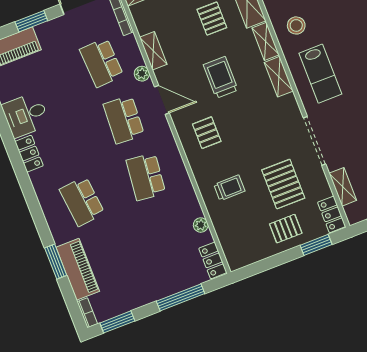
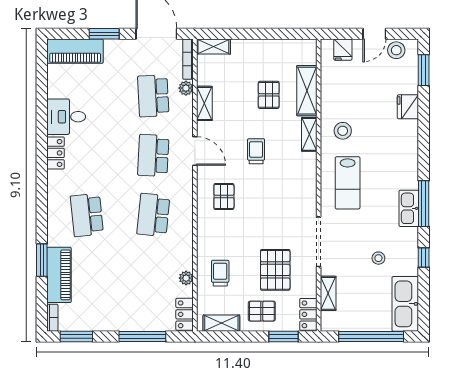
plant: (142, 74) -> (186, 88), moved
trolley: (221, 77) -> (256, 151), width x0.73, depth x0.72
shelving: (279, 77) -> (221, 323), moved, turned 90
trolley: (229, 188) -> (220, 273), moved, turned -90

